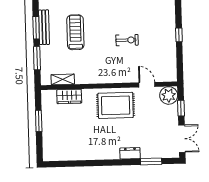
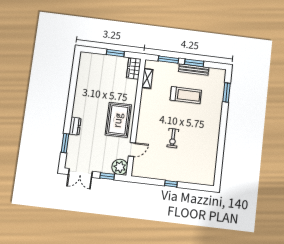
wardrobe: (69, 96) -> (134, 68), moved

